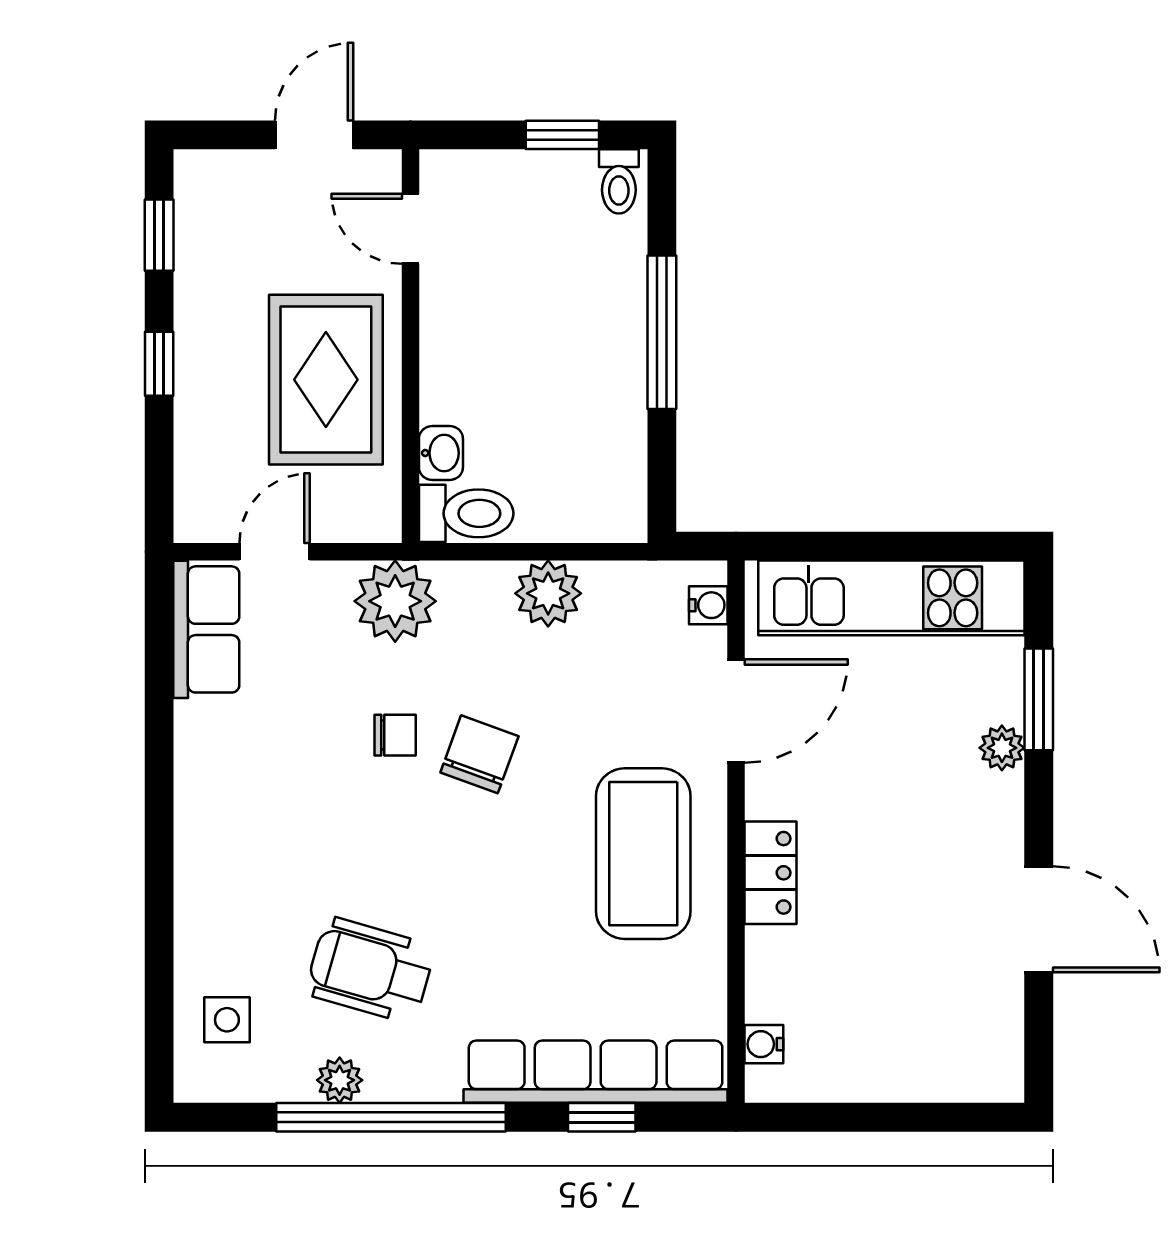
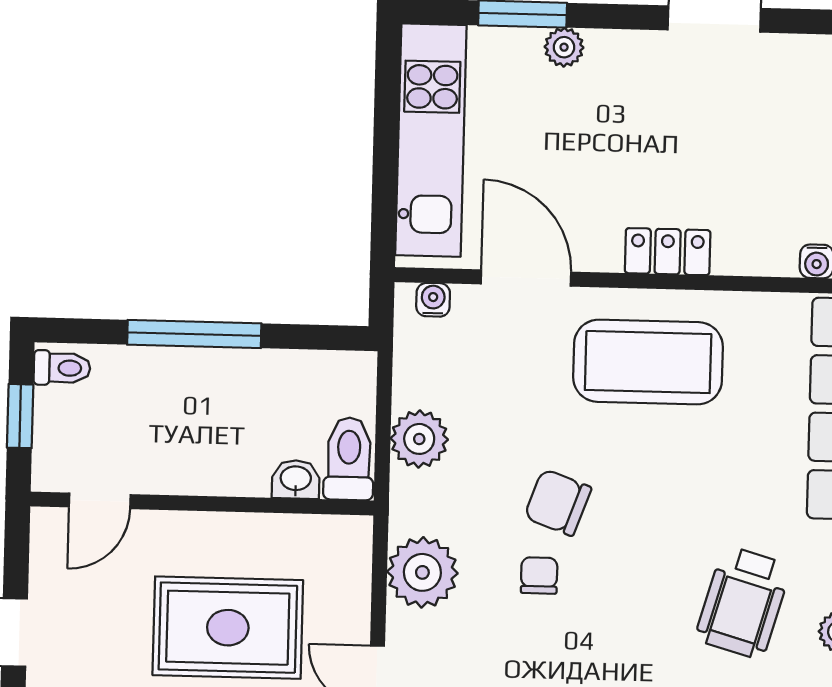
door: (410, 229) -> (100, 501), moved
wall: (410, 346) -> (202, 503), moved
washbasin: (441, 453) -> (296, 479), moved
toilet: (466, 513) -> (349, 459), moved

